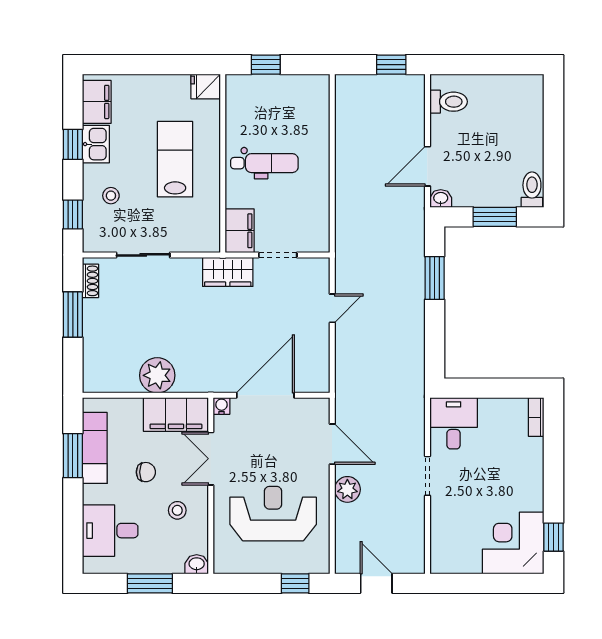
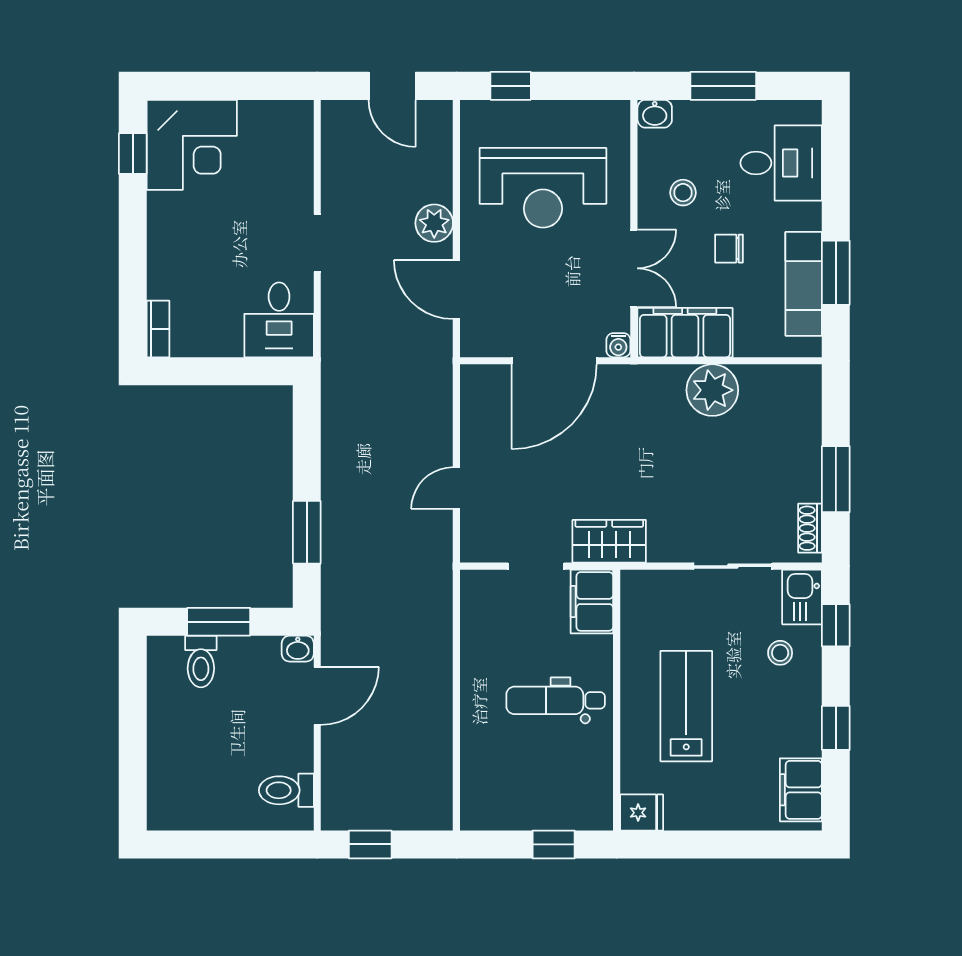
kitchen sink: (96, 144) -> (802, 597), moved
lab bench: (175, 159) -> (686, 706), turned 180
toilet: (532, 190) -> (201, 662), moved

